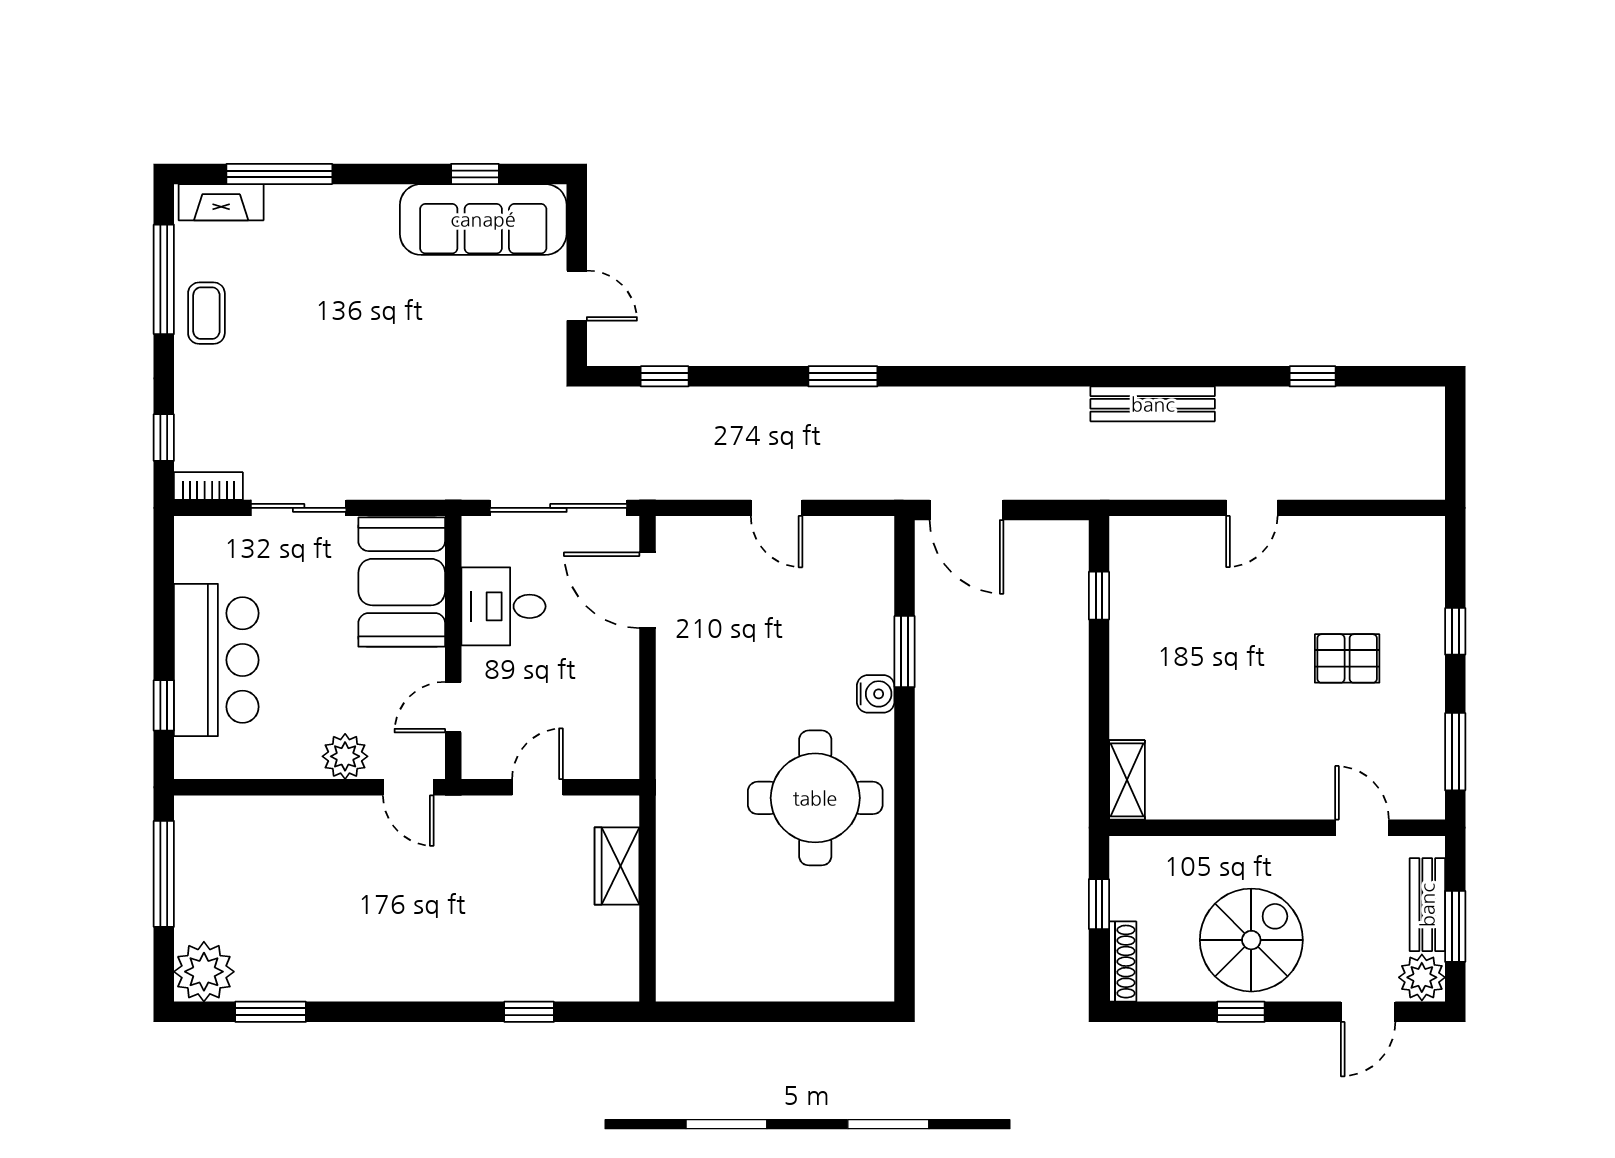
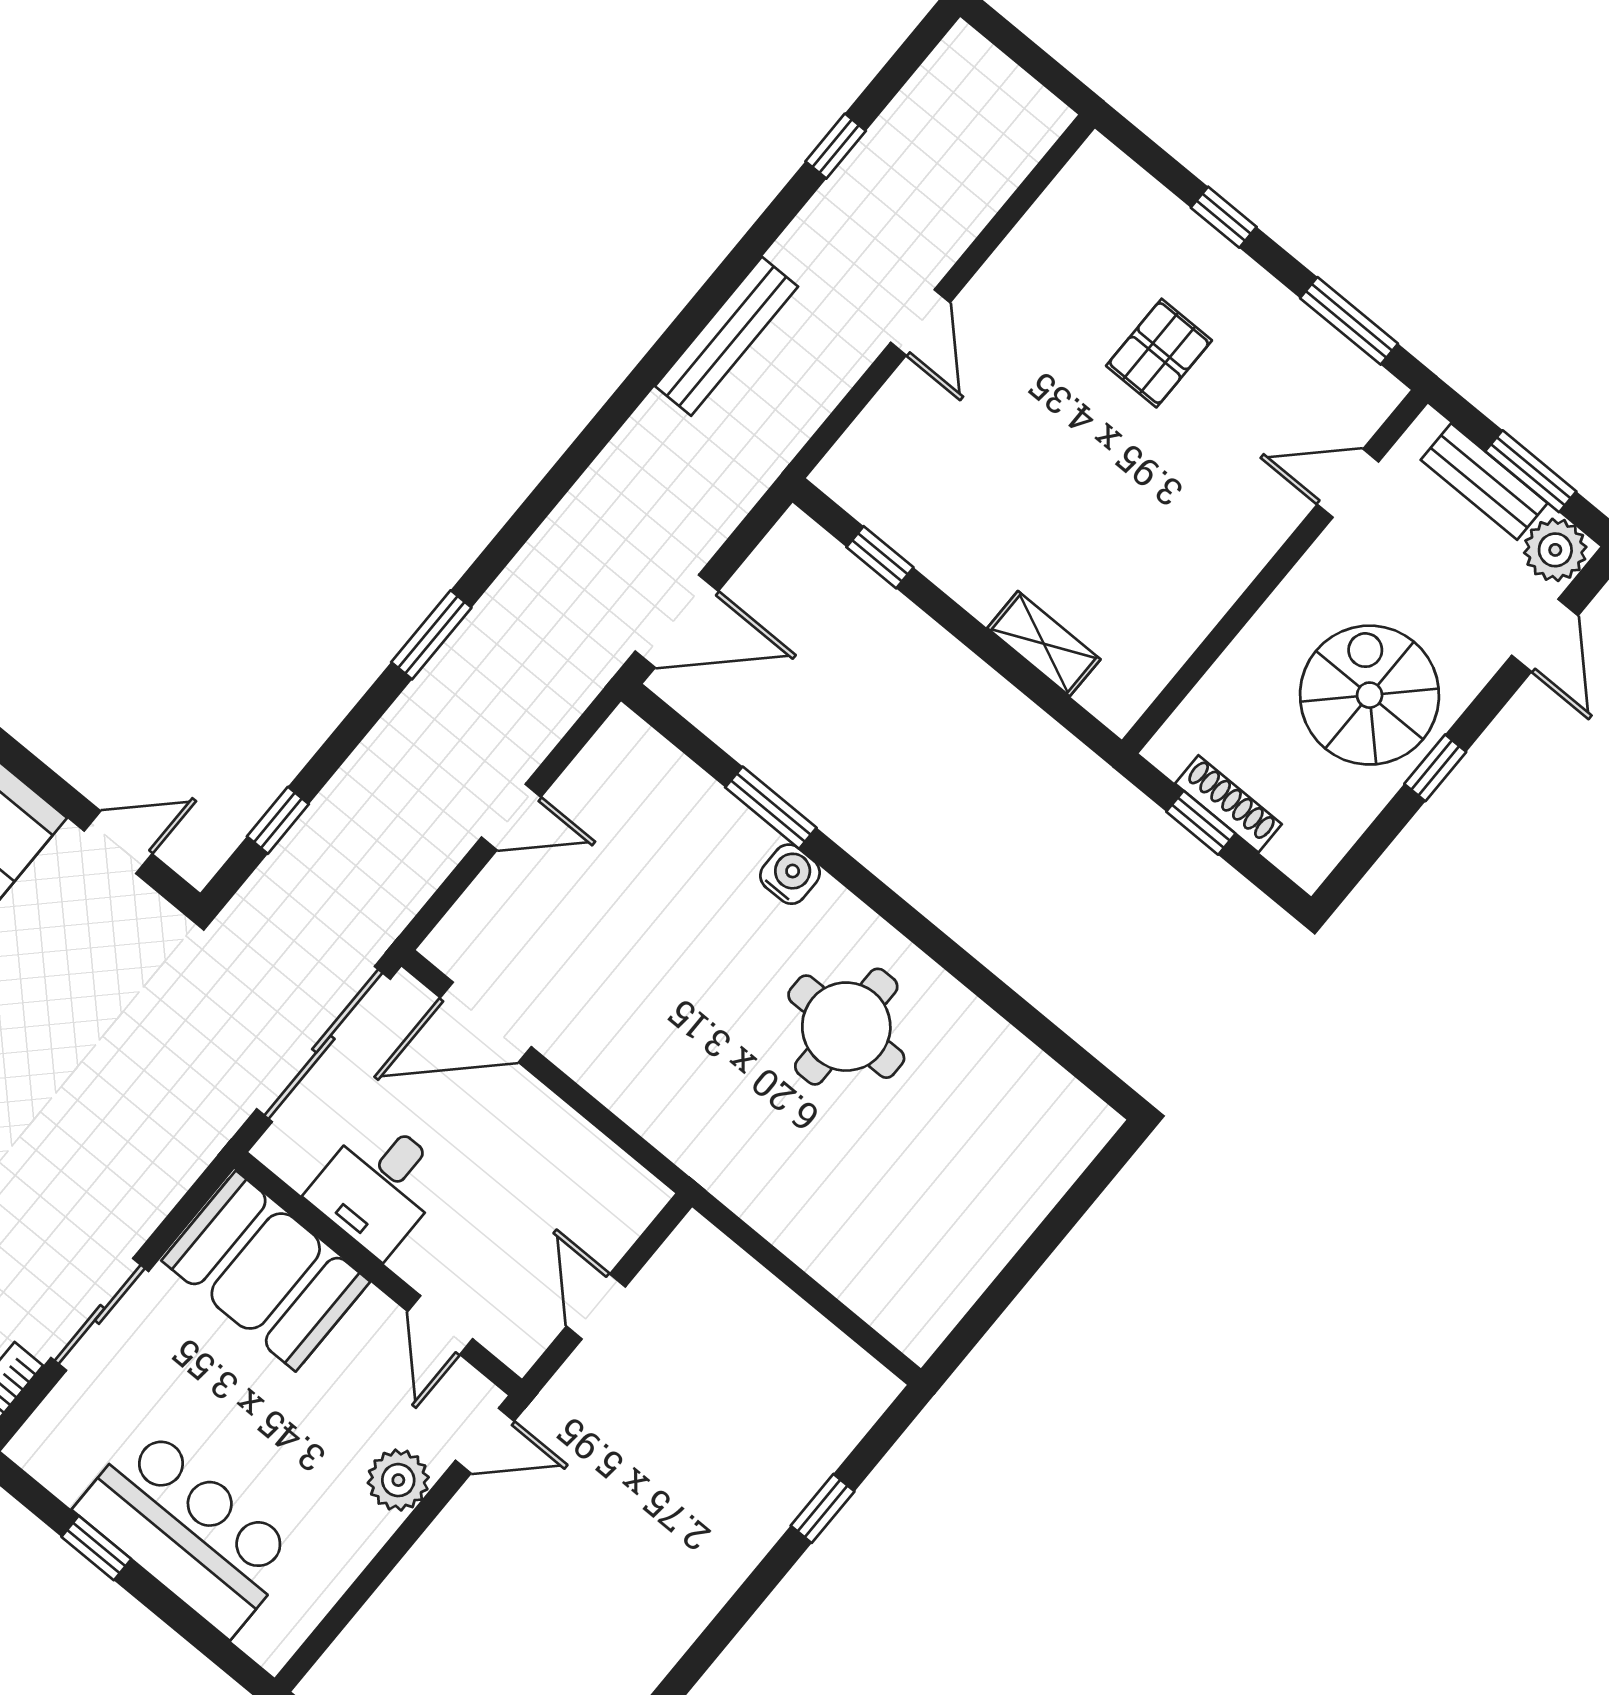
window: (164, 705) -> (96, 1548), moved
shelving: (1127, 780) -> (1044, 644), moved
round table: (815, 798) -> (846, 1027), width x0.73, depth x0.73
wardrobe: (617, 866) -> (746, 1291), removed
shoe rack: (1123, 962) -> (1228, 804), moved

